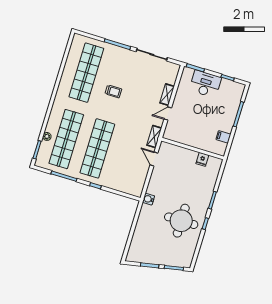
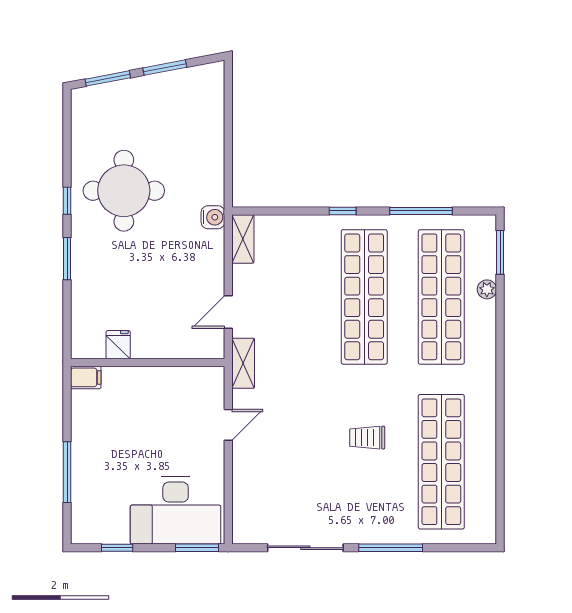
desk: (205, 84) -> (176, 510), width x1.36, depth x1.30
shelving: (167, 95) -> (243, 239), moved
filing cabinet: (223, 137) -> (86, 377), moved
door: (154, 159) -> (228, 312), swing flipped

